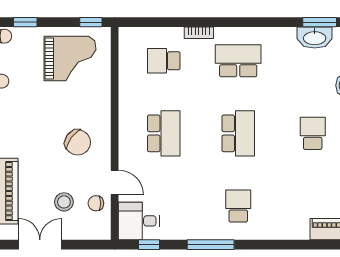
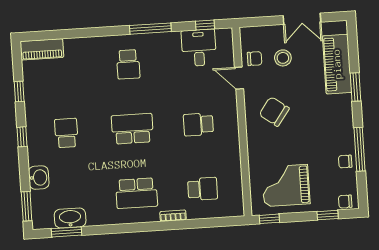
school desk: (164, 133) -> (198, 124), width x0.54
school desk: (238, 133) -> (132, 129), turned 90
school desk: (313, 133) -> (66, 133), turned 180
desk: (139, 221) -> (199, 48), moved, turned -90

